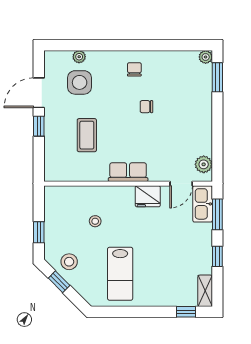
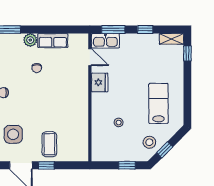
chair: (146, 107) -> (37, 68), moved
coffee table: (87, 135) -> (49, 144), moved, turned 90
plant: (204, 164) -> (30, 40), moved
row of seats: (128, 172) -> (53, 41), moved, turned -90
lab bench: (120, 274) -> (158, 103), turned -90

